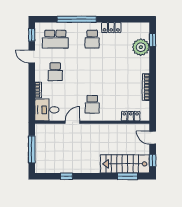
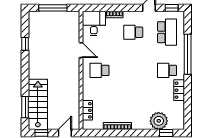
school desk: (55, 39) -> (167, 32), turned 180

